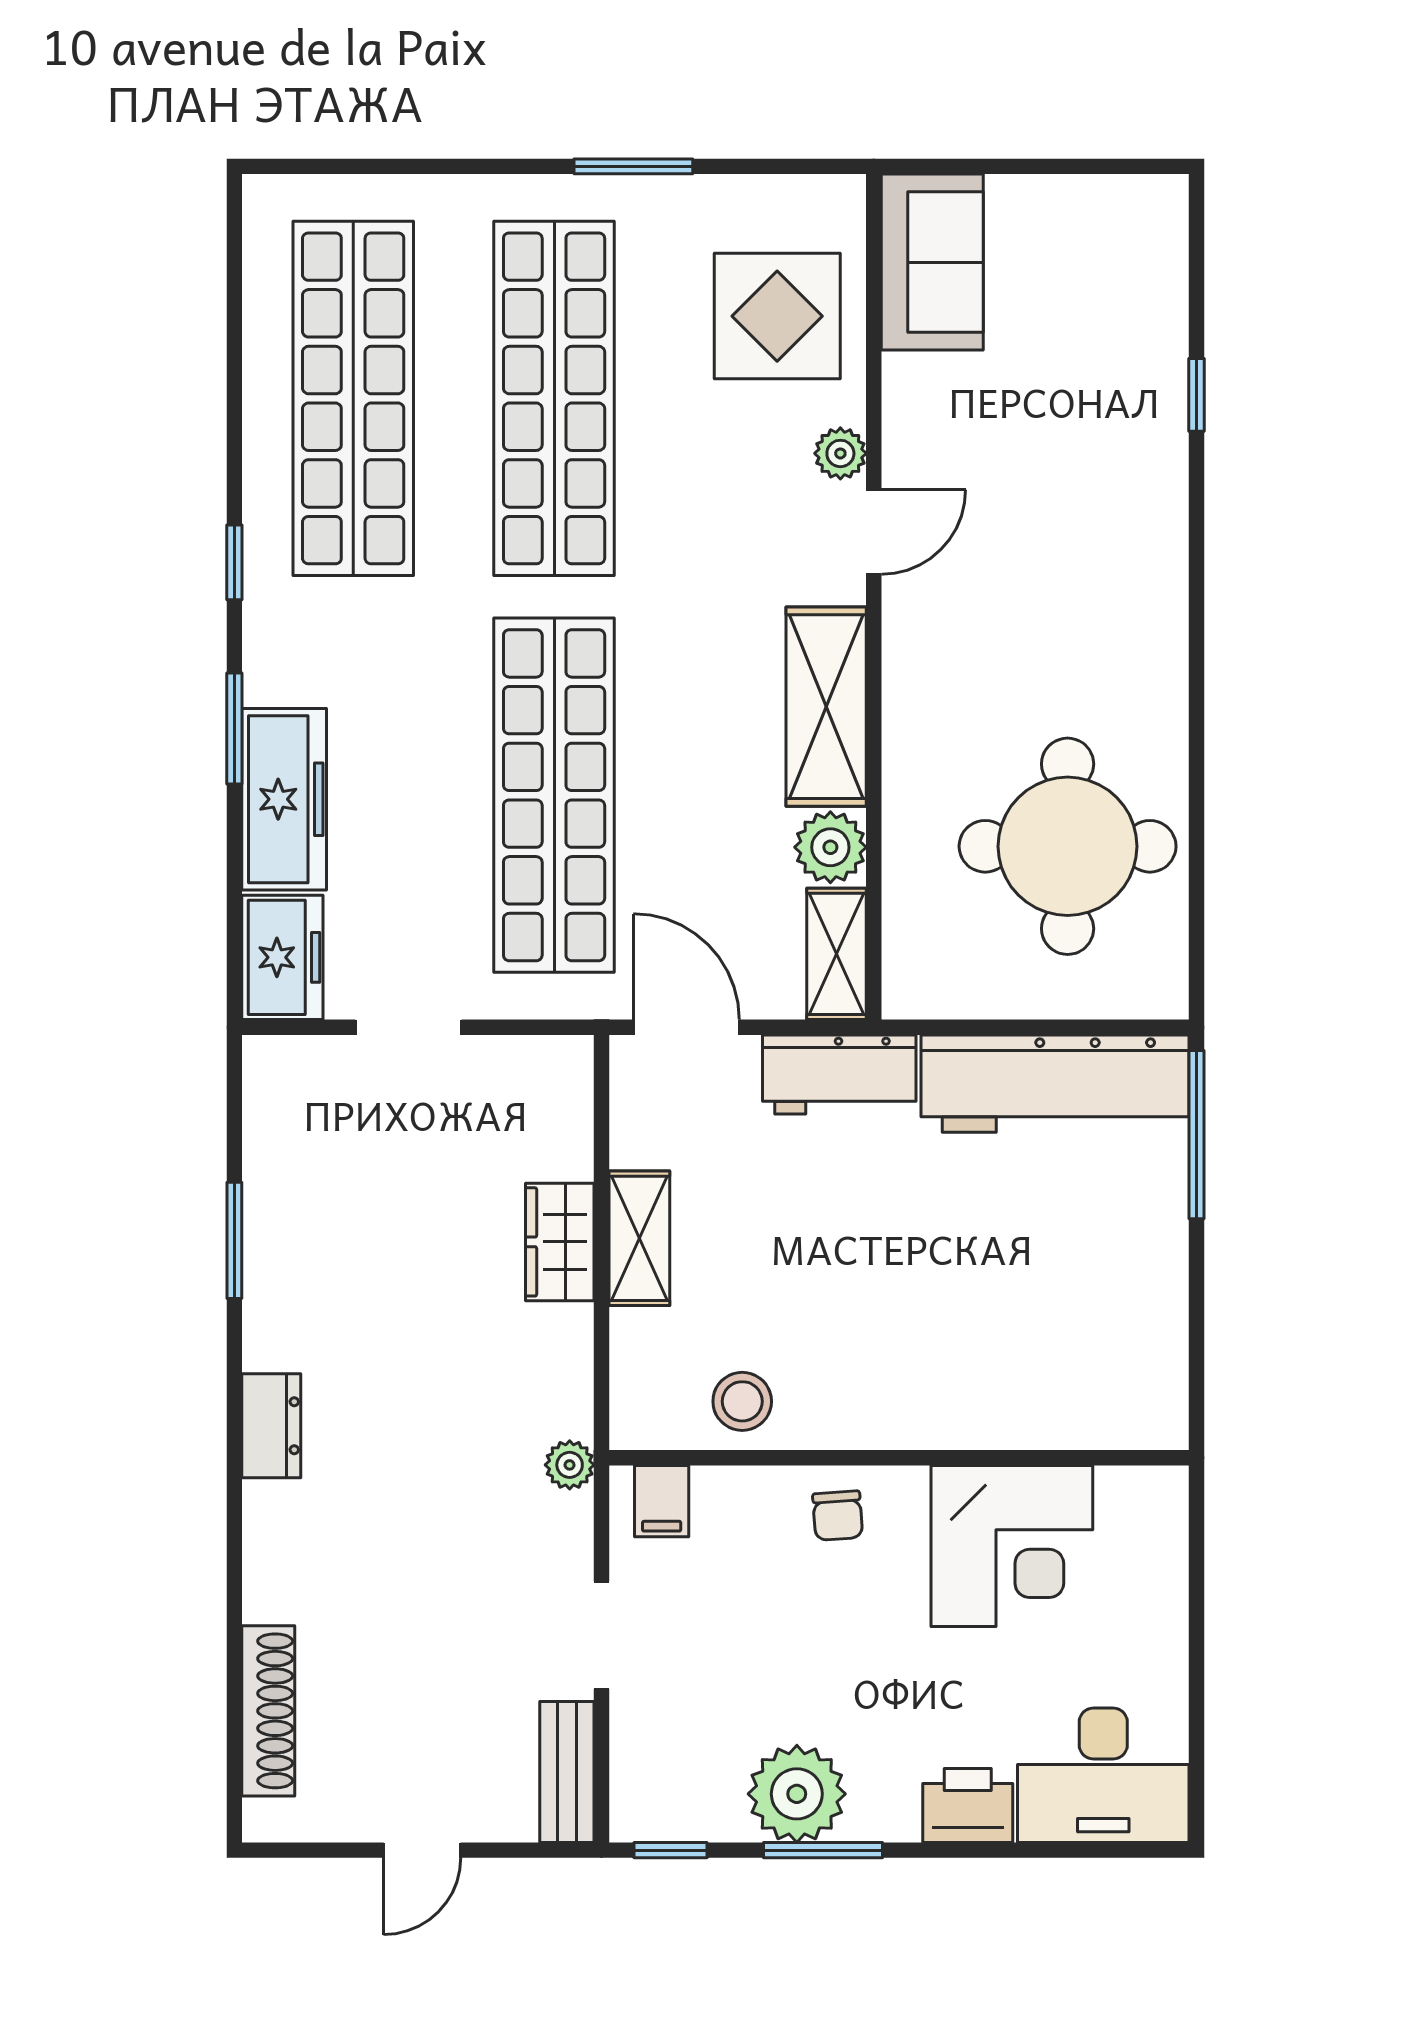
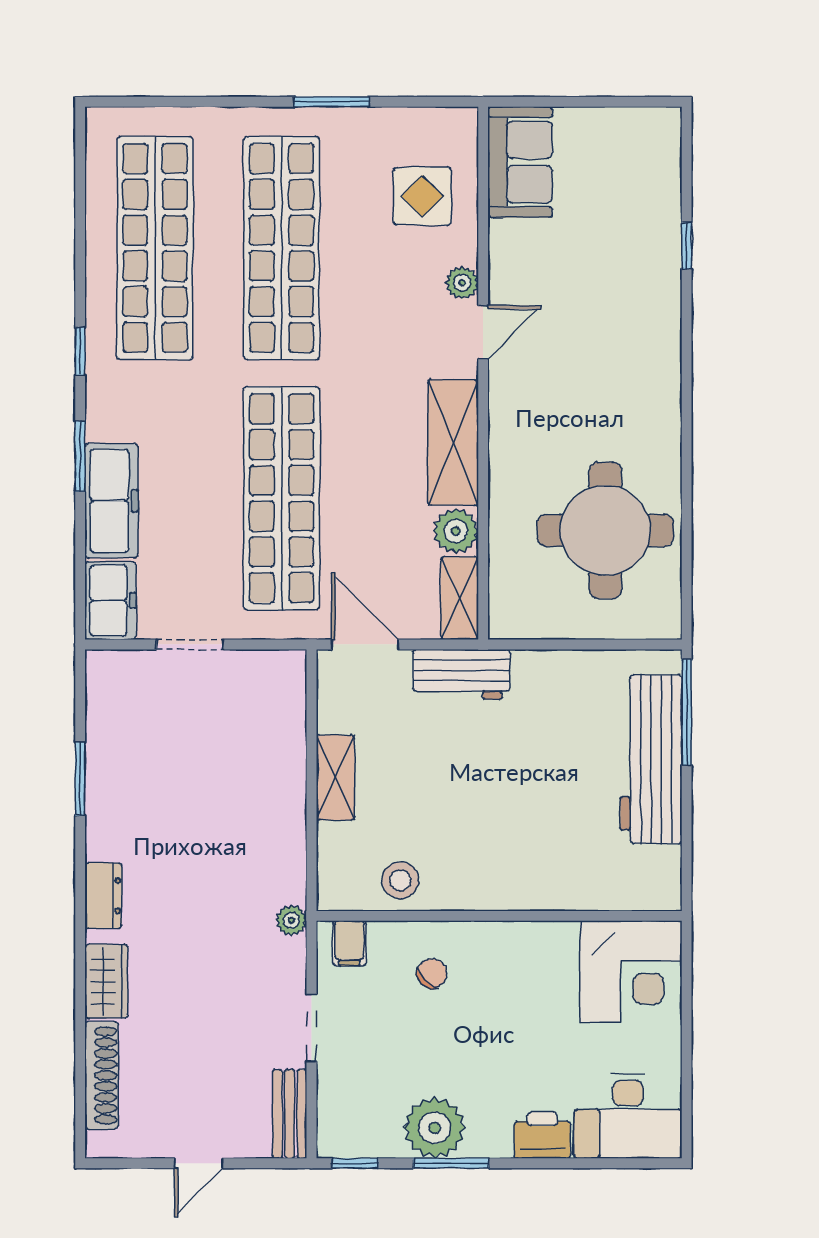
display table: (777, 316) -> (422, 196), width x0.73, depth x0.73
workbench: (1055, 1084) -> (651, 759), moved, turned 90
wardrobe: (560, 1242) -> (106, 981), moved, turned 180
chair: (838, 1516) -> (432, 973), moved, turned -131
corner desk: (1012, 1546) -> (631, 971), moved

